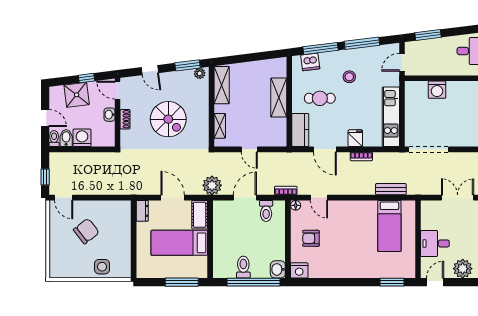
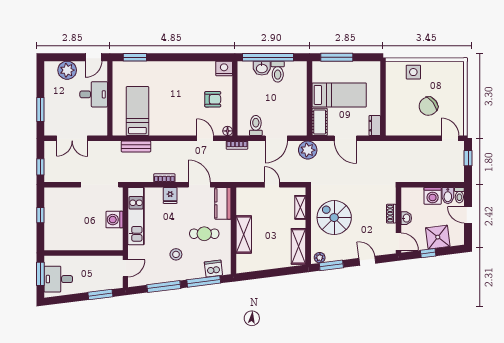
washing machine: (437, 90) -> (114, 220), moved, turned -90
spiral stairs: (168, 119) -> (334, 218), moved
washbasin: (278, 269) -> (262, 68), moved, turned 90

